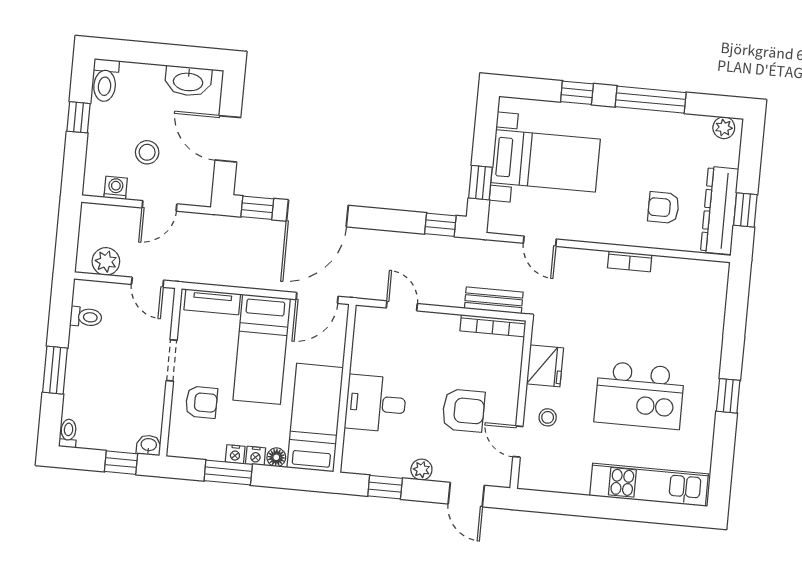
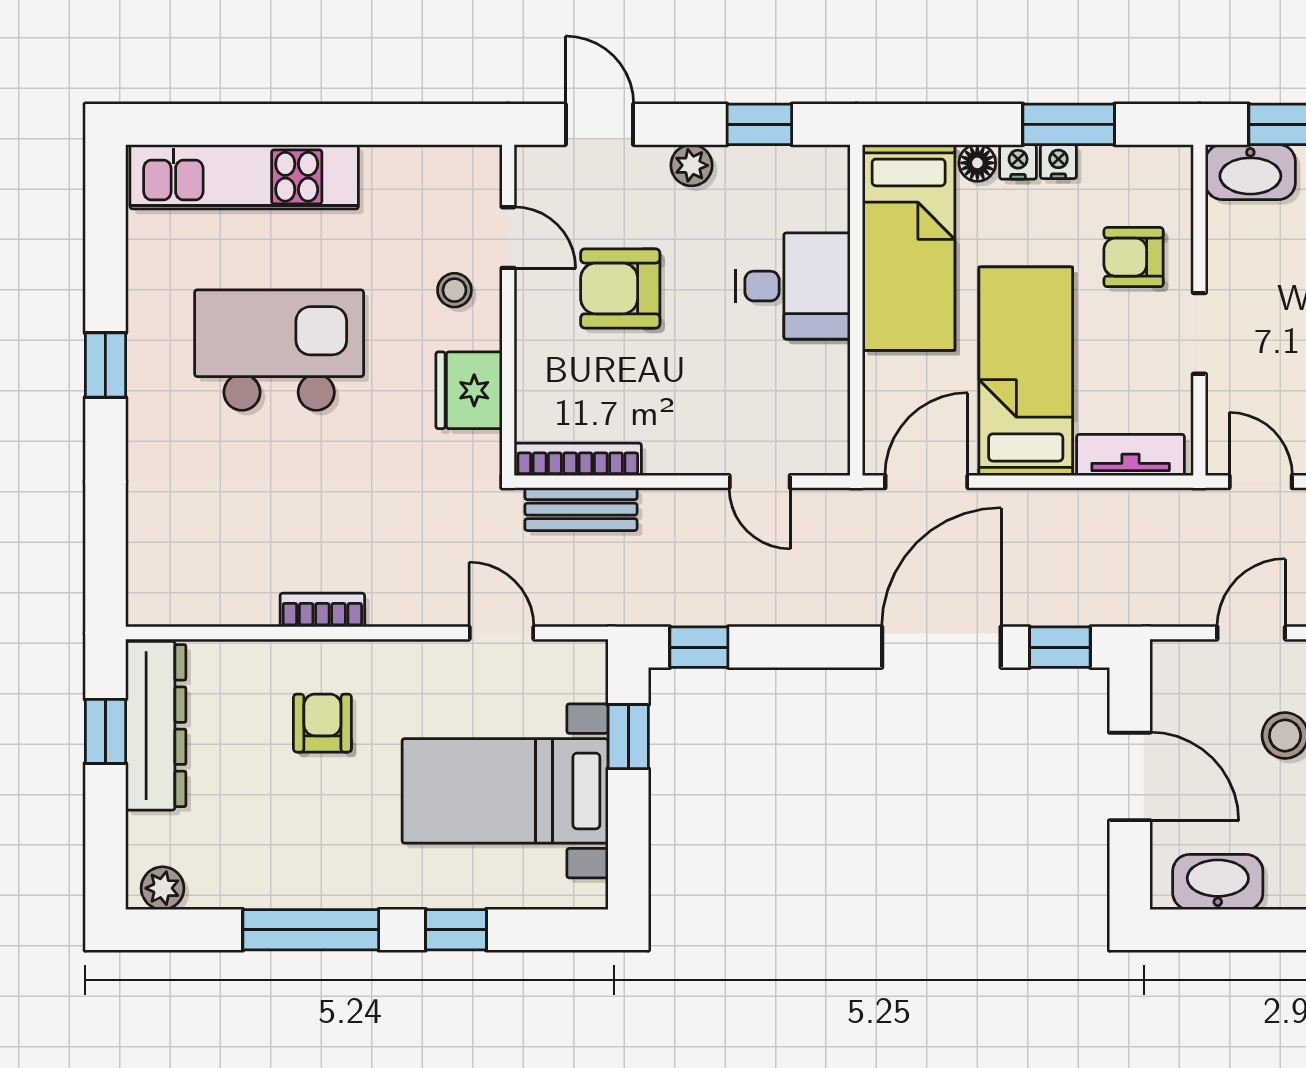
armchair: (663, 208) -> (322, 723), moved, turned -90
washbasin: (149, 445) -> (1250, 172), width x1.91, depth x1.45

